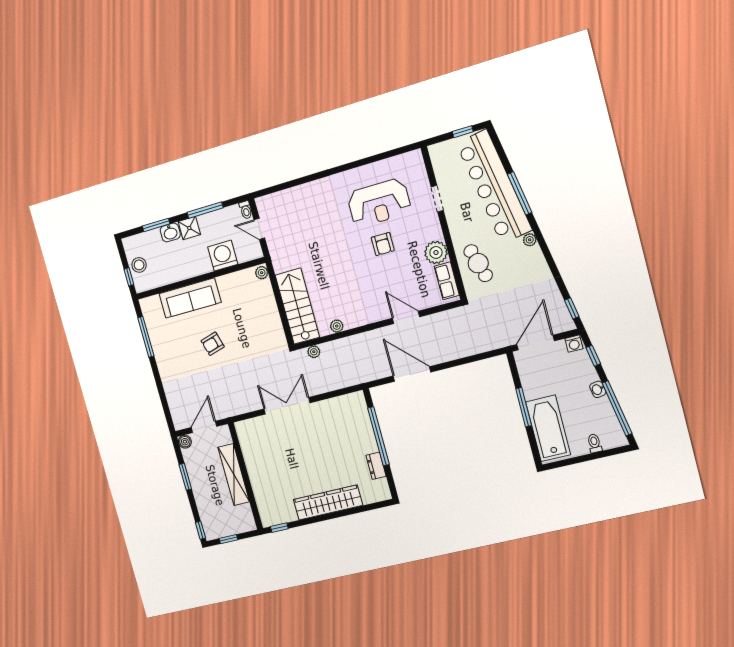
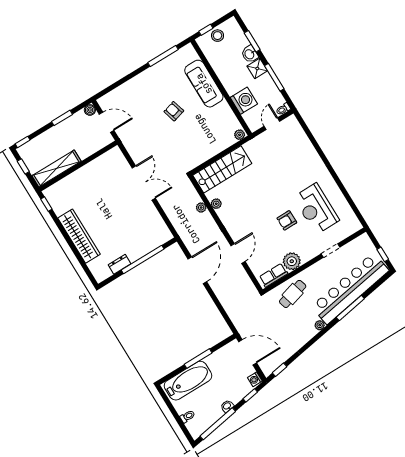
plant: (314, 352) -> (201, 208), moved
shelving: (234, 475) -> (56, 169), moved

